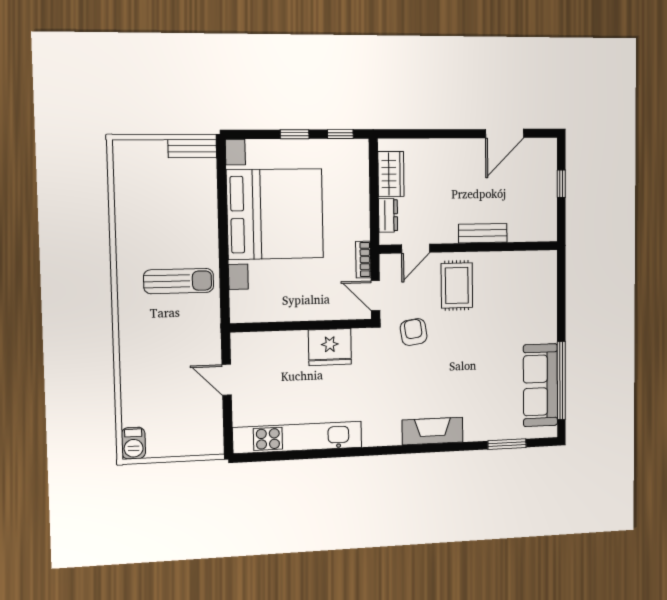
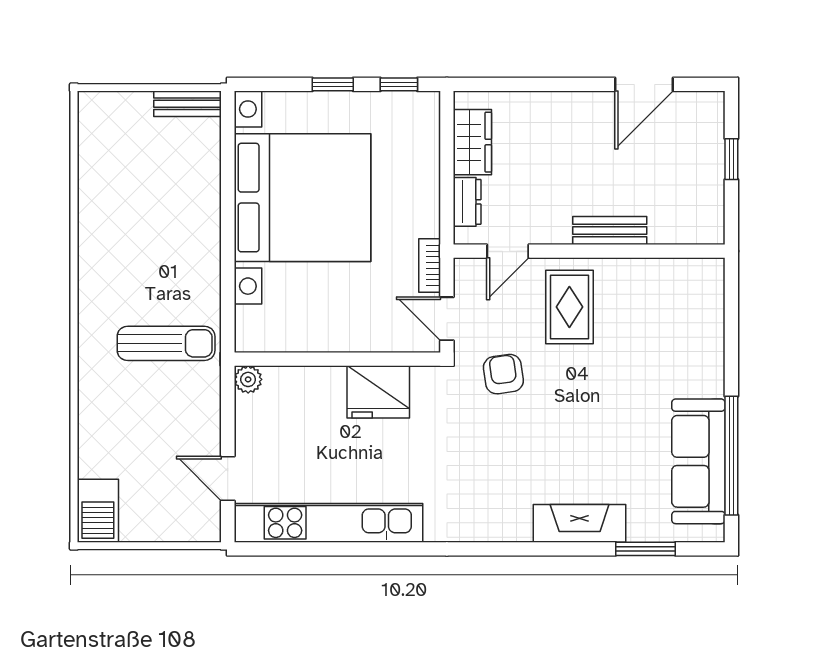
sun lounger: (179, 281) -> (166, 343), moved
plant: (240, 342) -> (248, 379), added
door: (227, 380) -> (228, 478), moved
fireplace: (433, 431) -> (580, 523), moved
barbecue: (133, 443) -> (98, 511), width x1.38, depth x1.27

